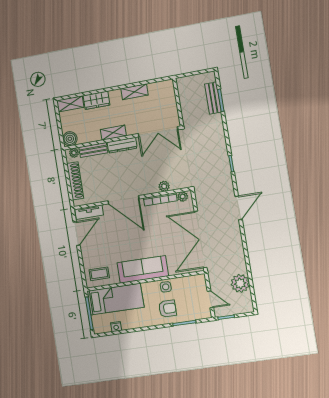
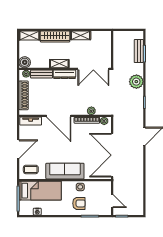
wardrobe: (96, 100) -> (55, 36), width x1.50
door: (77, 234) -> (18, 149), moved
plant: (240, 283) -> (136, 82), moved

